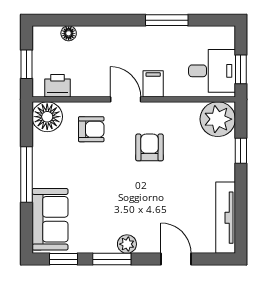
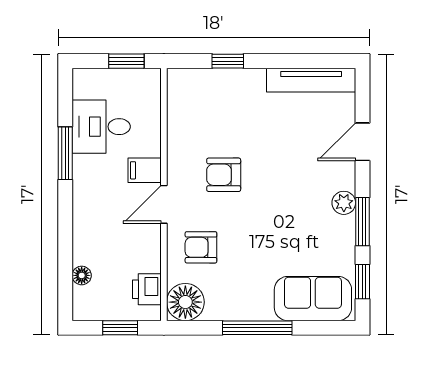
desk: (212, 71) -> (101, 127), moved, turned -90
plant: (218, 119) -> (188, 90), removed
armchair: (91, 129) -> (201, 247), turned -90

